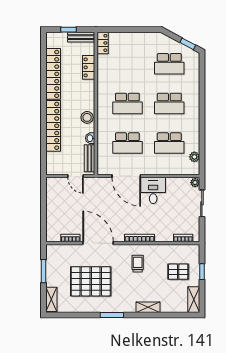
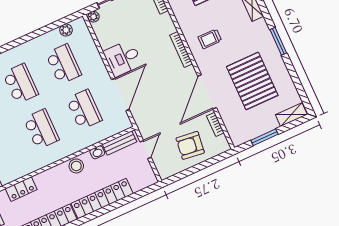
armchair: (63, 212) -> (190, 145), added

